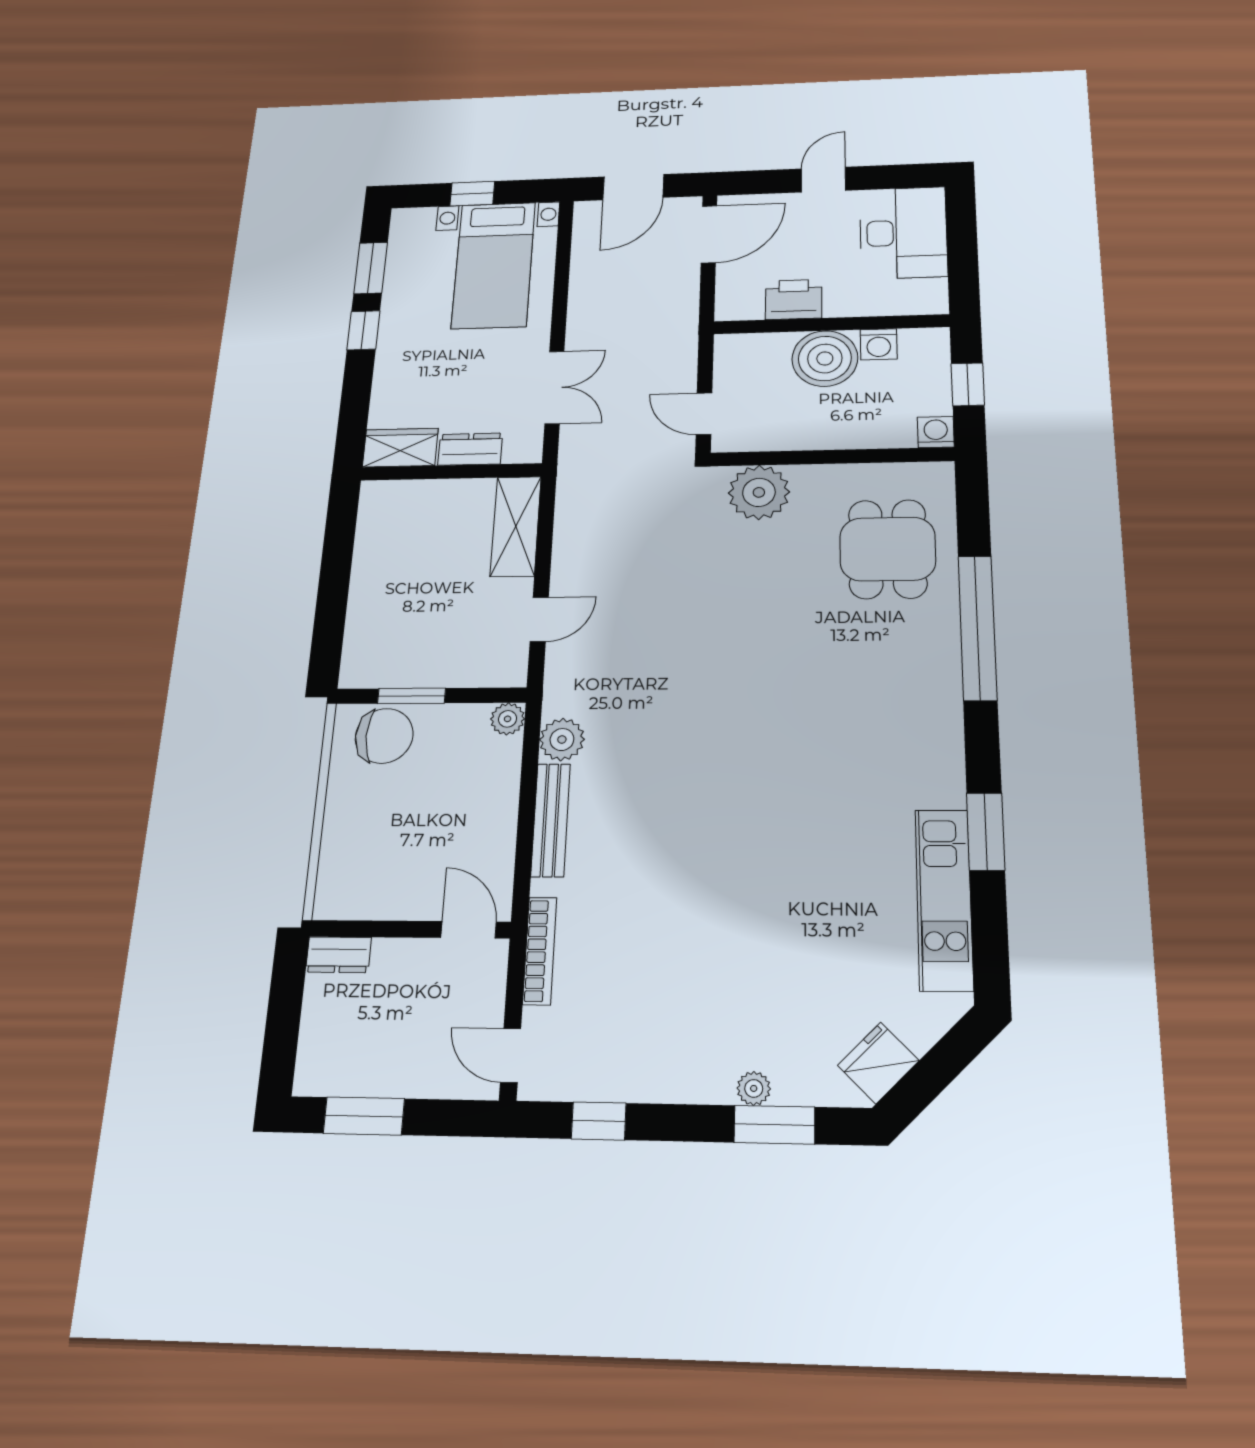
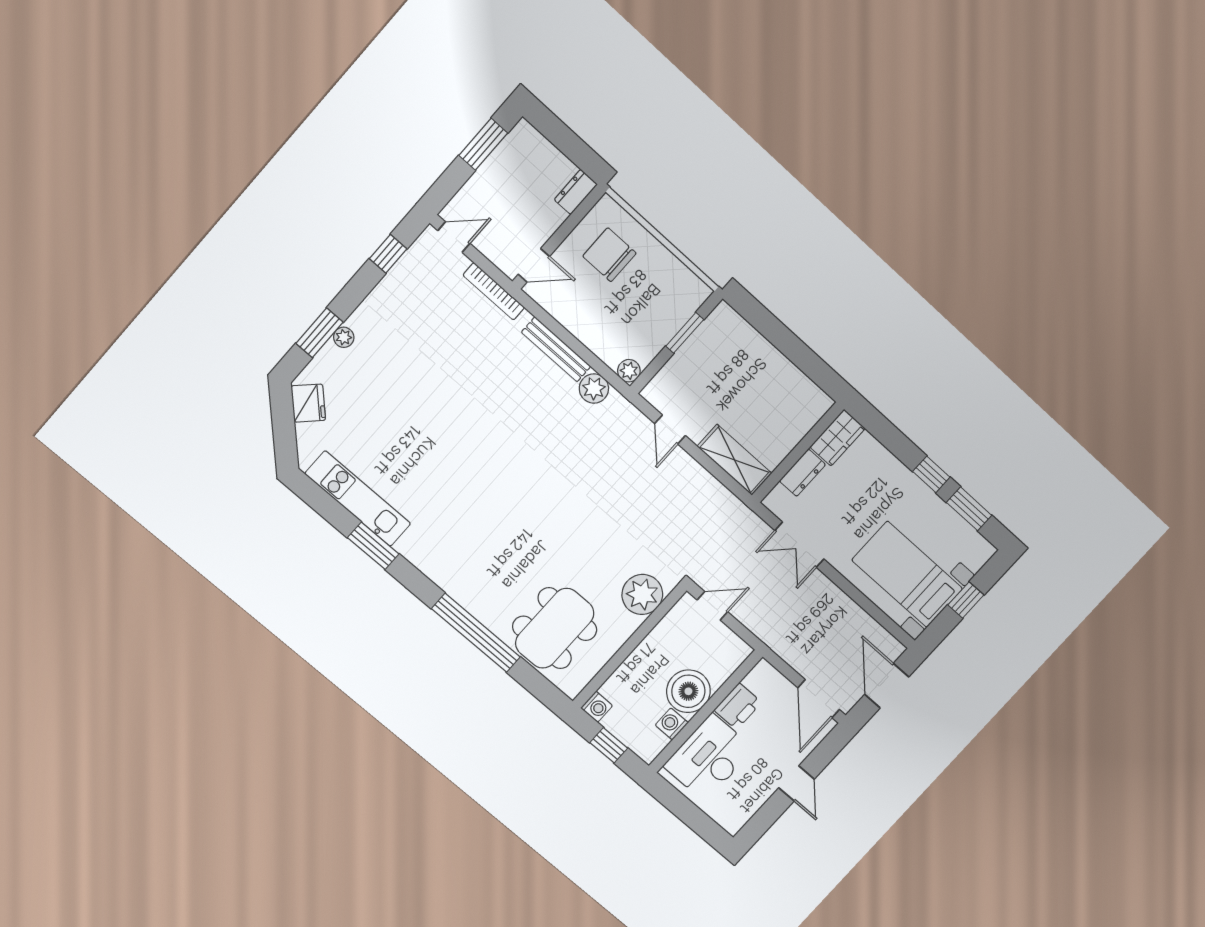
desk: (903, 233) -> (709, 757), moved, turned 90
dining table: (888, 549) -> (555, 628), width x1.37
chair: (384, 736) -> (609, 255), moved, turned 90

